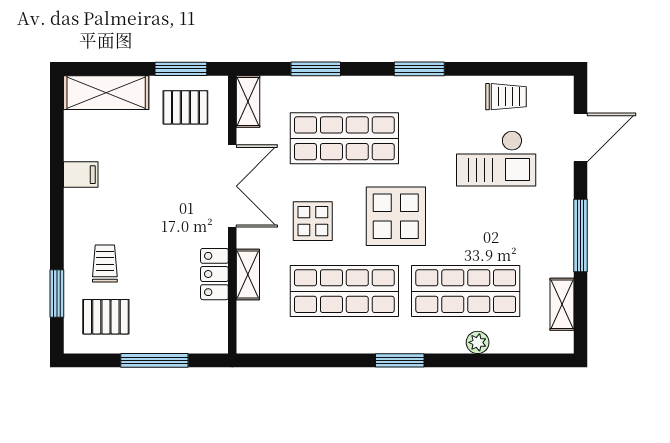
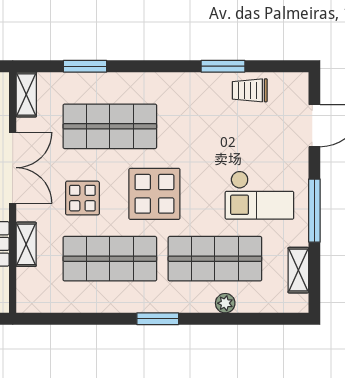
window: (419, 69) -> (223, 66), moved
trolley: (506, 97) -> (250, 90), turned 180
checkout: (496, 158) -> (259, 195), moved

